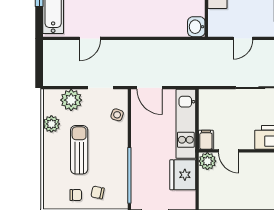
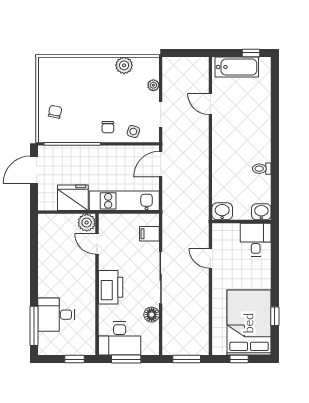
plant: (71, 100) -> (153, 85), width x0.53, depth x0.53
filing cabinet: (206, 140) -> (149, 234), moved, turned 180
sun lounger: (79, 150) -> (98, 93), removed
door: (229, 151) -> (97, 244), hinge flipped
chair: (76, 195) -> (108, 127), moved

